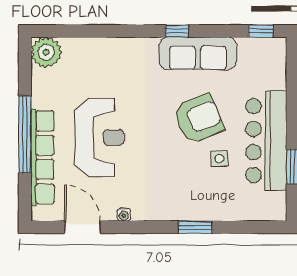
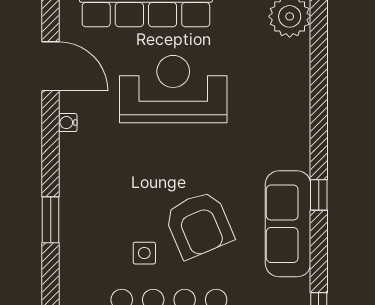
reception desk: (99, 137) -> (173, 89), turned 180
door: (83, 227) -> (51, 66), hinge flipped

